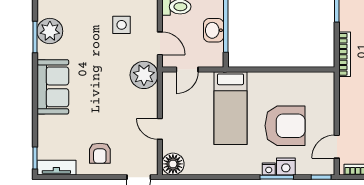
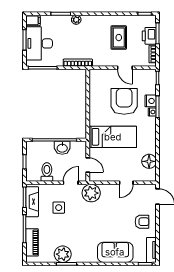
sofa: (53, 87) -> (115, 252), moved
door: (337, 147) -> (125, 68), moved
floor lamp: (173, 164) -> (149, 161), moved

